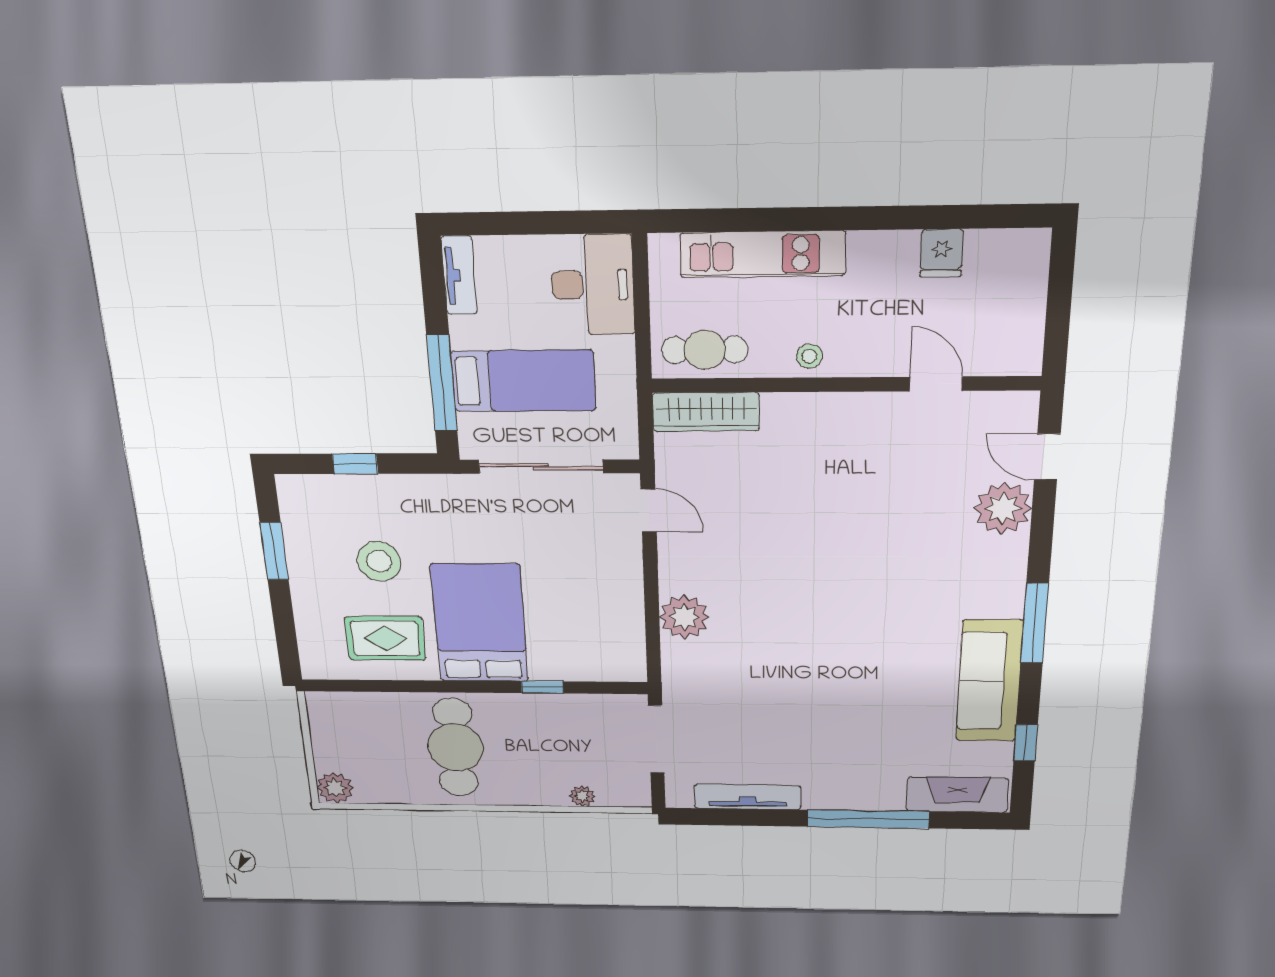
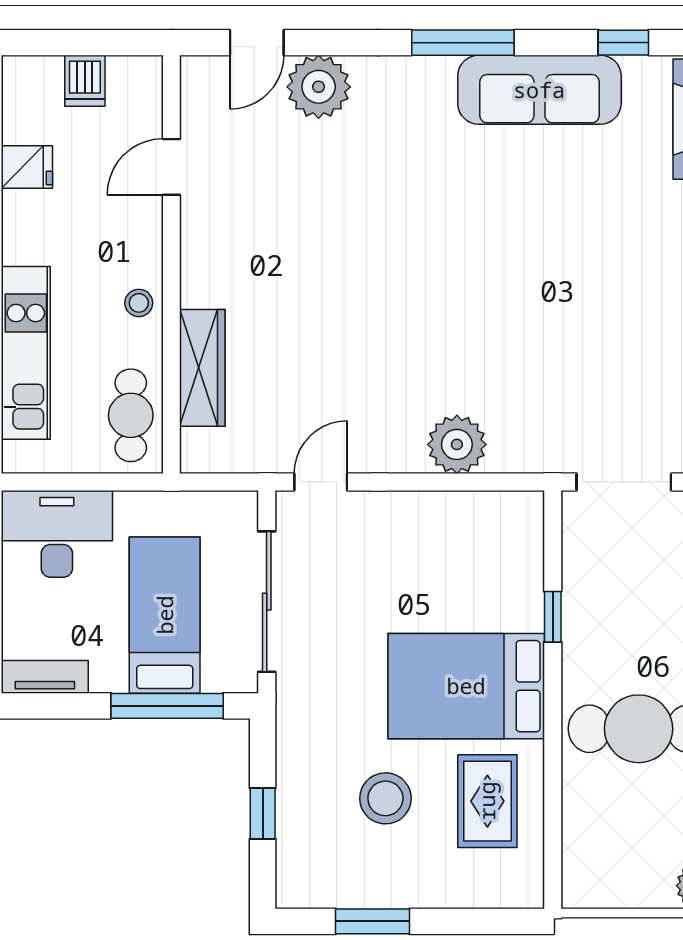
dishwasher: (1022, 306) -> (85, 81), added
wardrobe: (706, 412) -> (202, 368), moved

